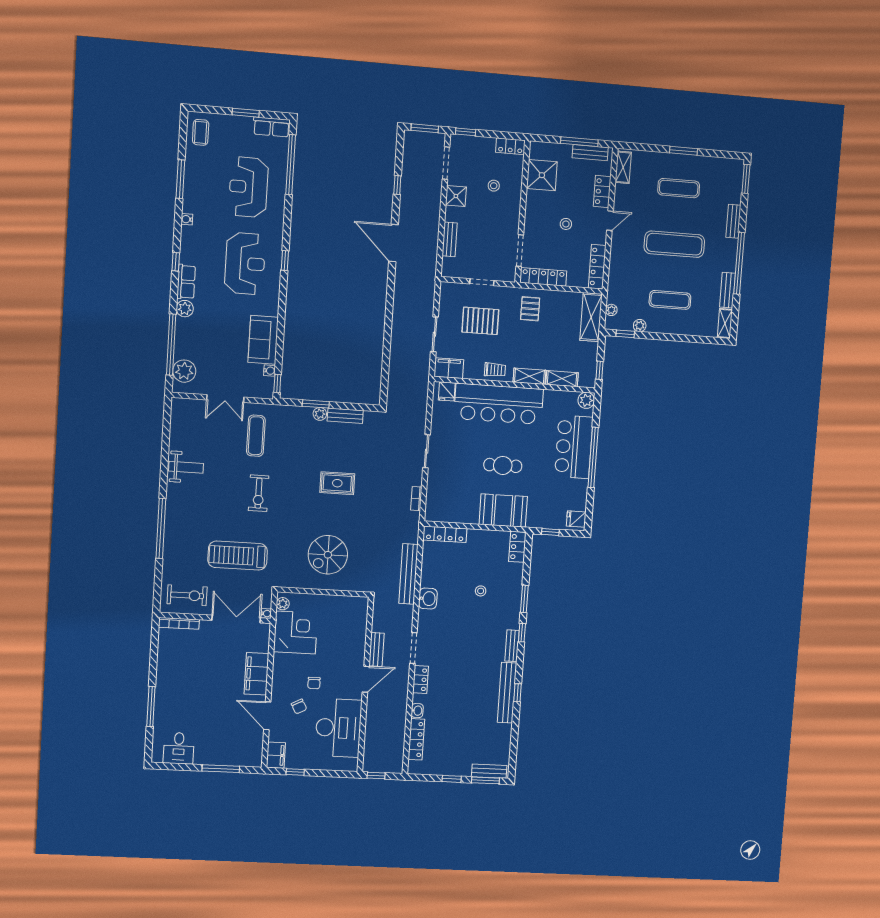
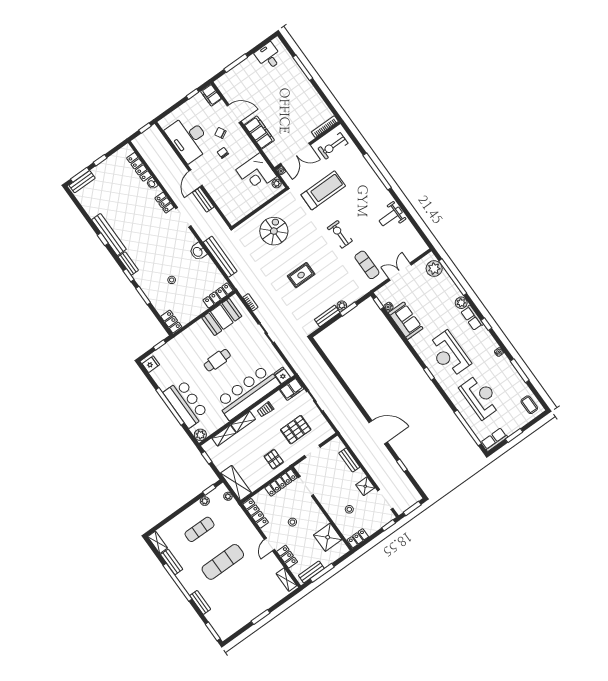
exercise mat: (679, 188) -> (246, 594), removed
booth: (503, 511) -> (222, 317), moved

